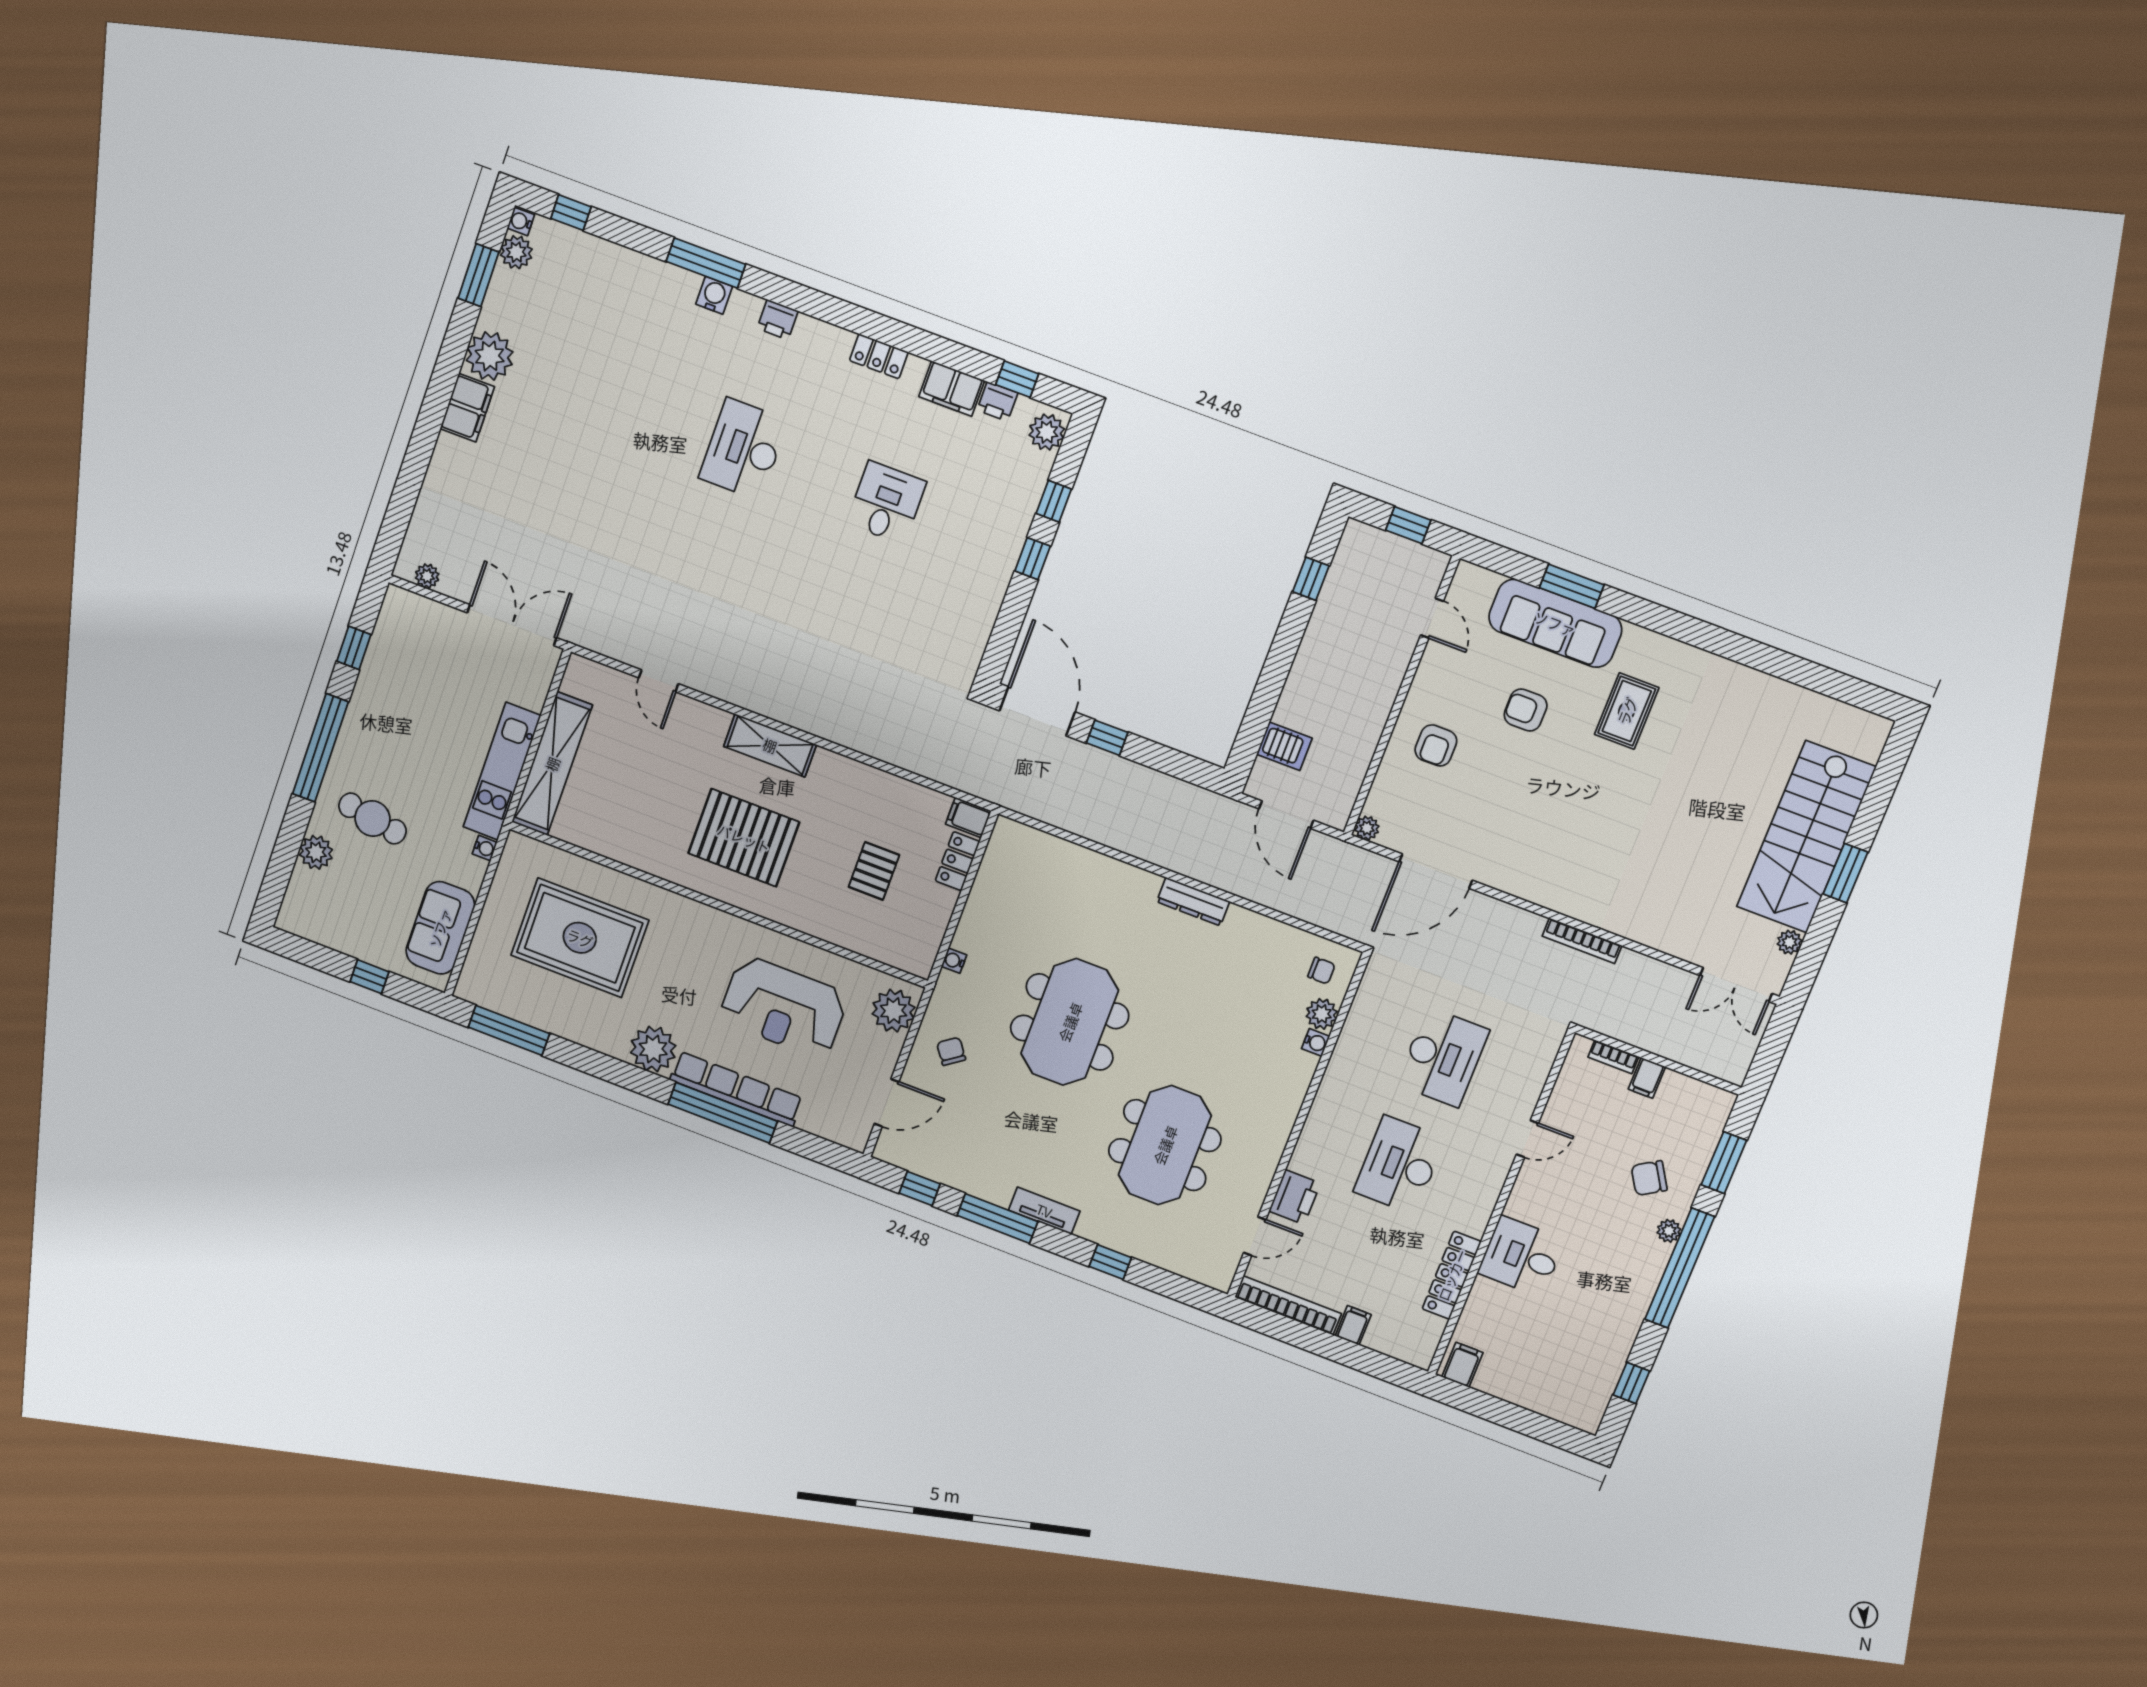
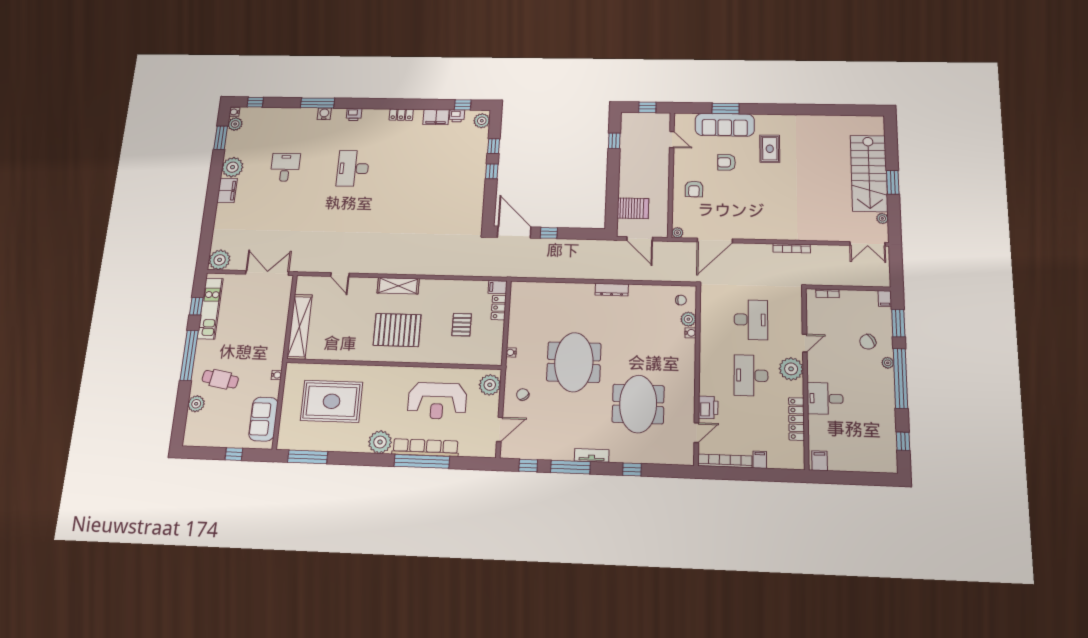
desk: (886, 503) -> (285, 167), moved
plant: (427, 576) -> (220, 260), width x1.88, depth x1.88
server rack: (1284, 746) -> (633, 208), width x1.36, depth x1.44
kitchen unit: (502, 771) -> (210, 309), moved, turned 180
filing cabinet: (1647, 1078) -> (885, 299), moved
plant: (1481, 1179) -> (791, 369), added

